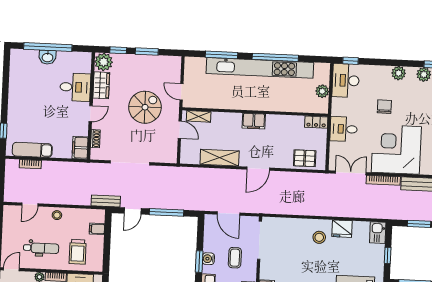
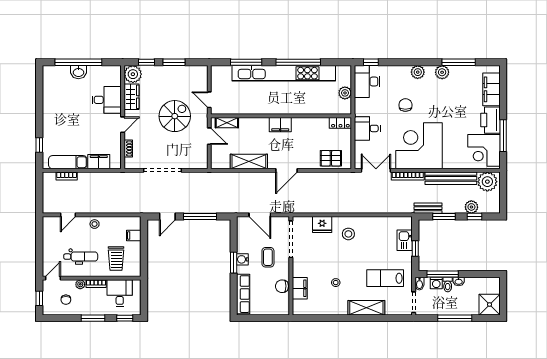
filing cabinet: (80, 148) -> (99, 162), moved, turned 90
bench: (106, 201) -> (428, 208), moved
fridge: (342, 229) -> (322, 225), moved
kitchen sink: (378, 233) -> (405, 240), moved

